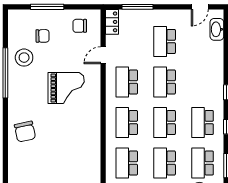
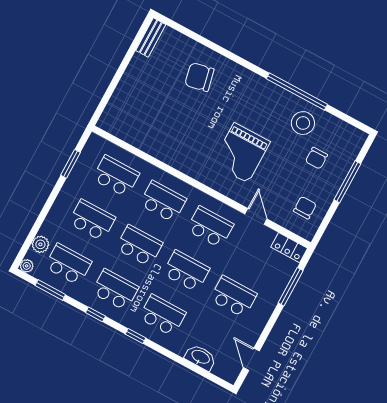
washbasin: (217, 29) -> (200, 357), moved
school desk: (203, 82) -> (162, 315), added
chair: (25, 132) -> (199, 77), moved

